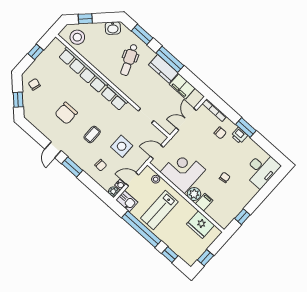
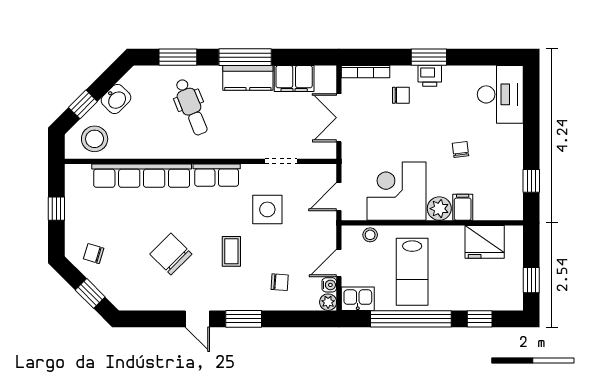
washbasin: (113, 28) -> (116, 99), moved
chair: (66, 113) -> (171, 254), turned 135
side table: (122, 146) -> (267, 209), moved

